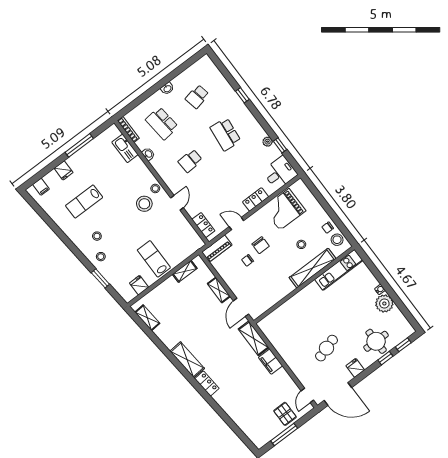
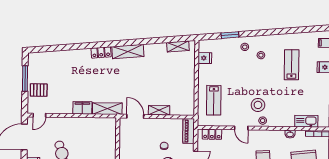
lab bench: (154, 259) -> (214, 100), moved, turned 90
shelving: (185, 271) -> (190, 97), removed
door: (307, 395) -> (39, 115), swing flipped

